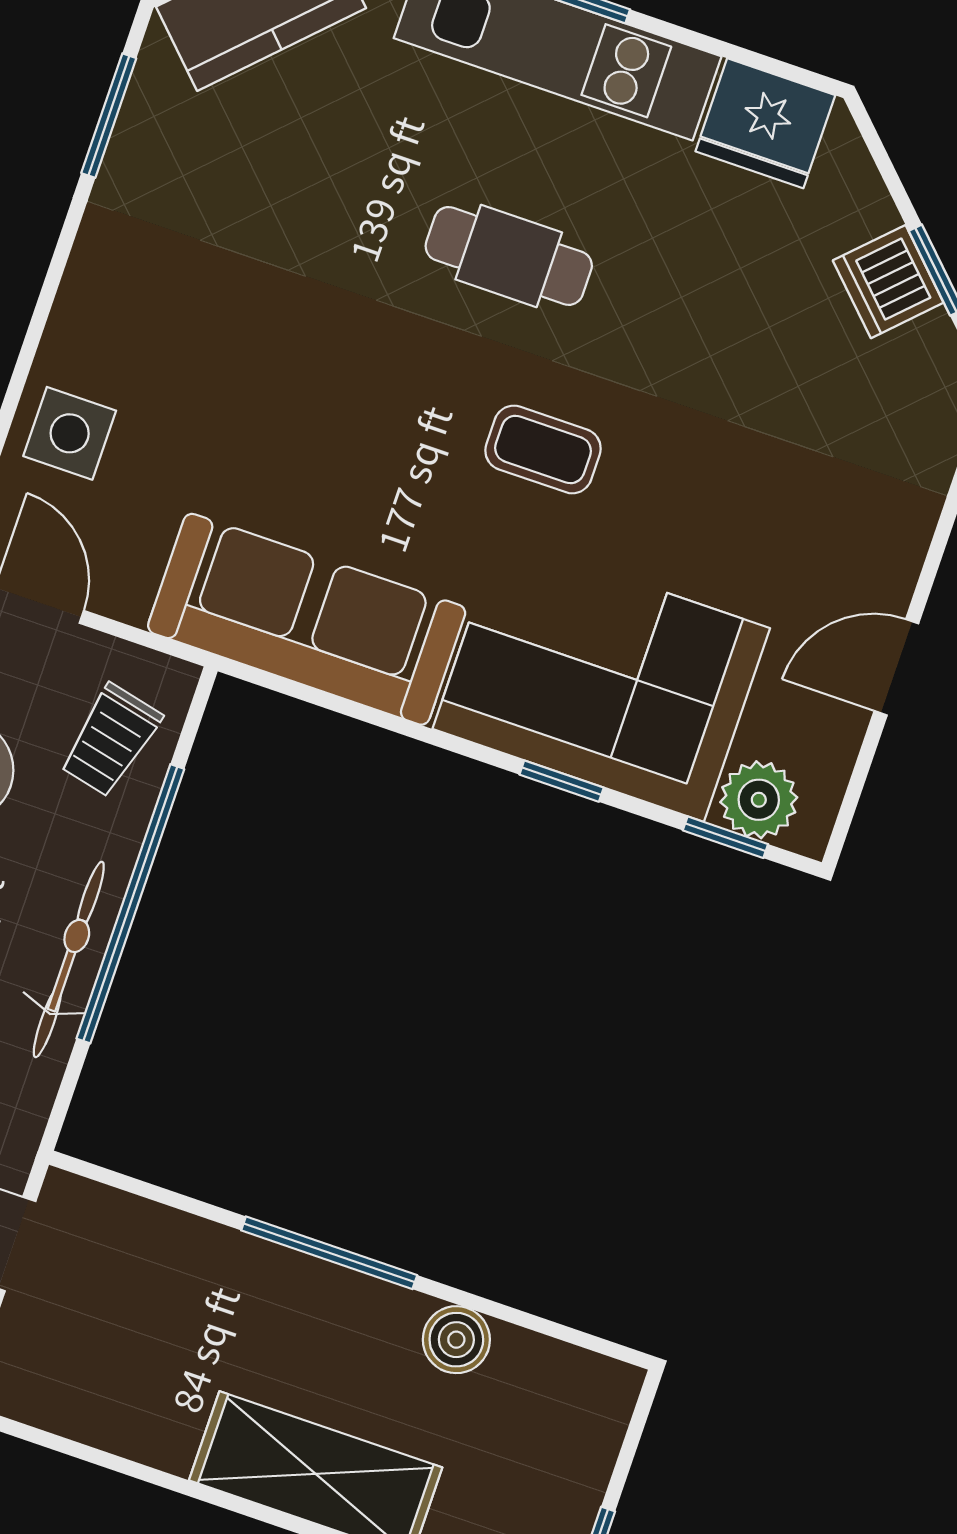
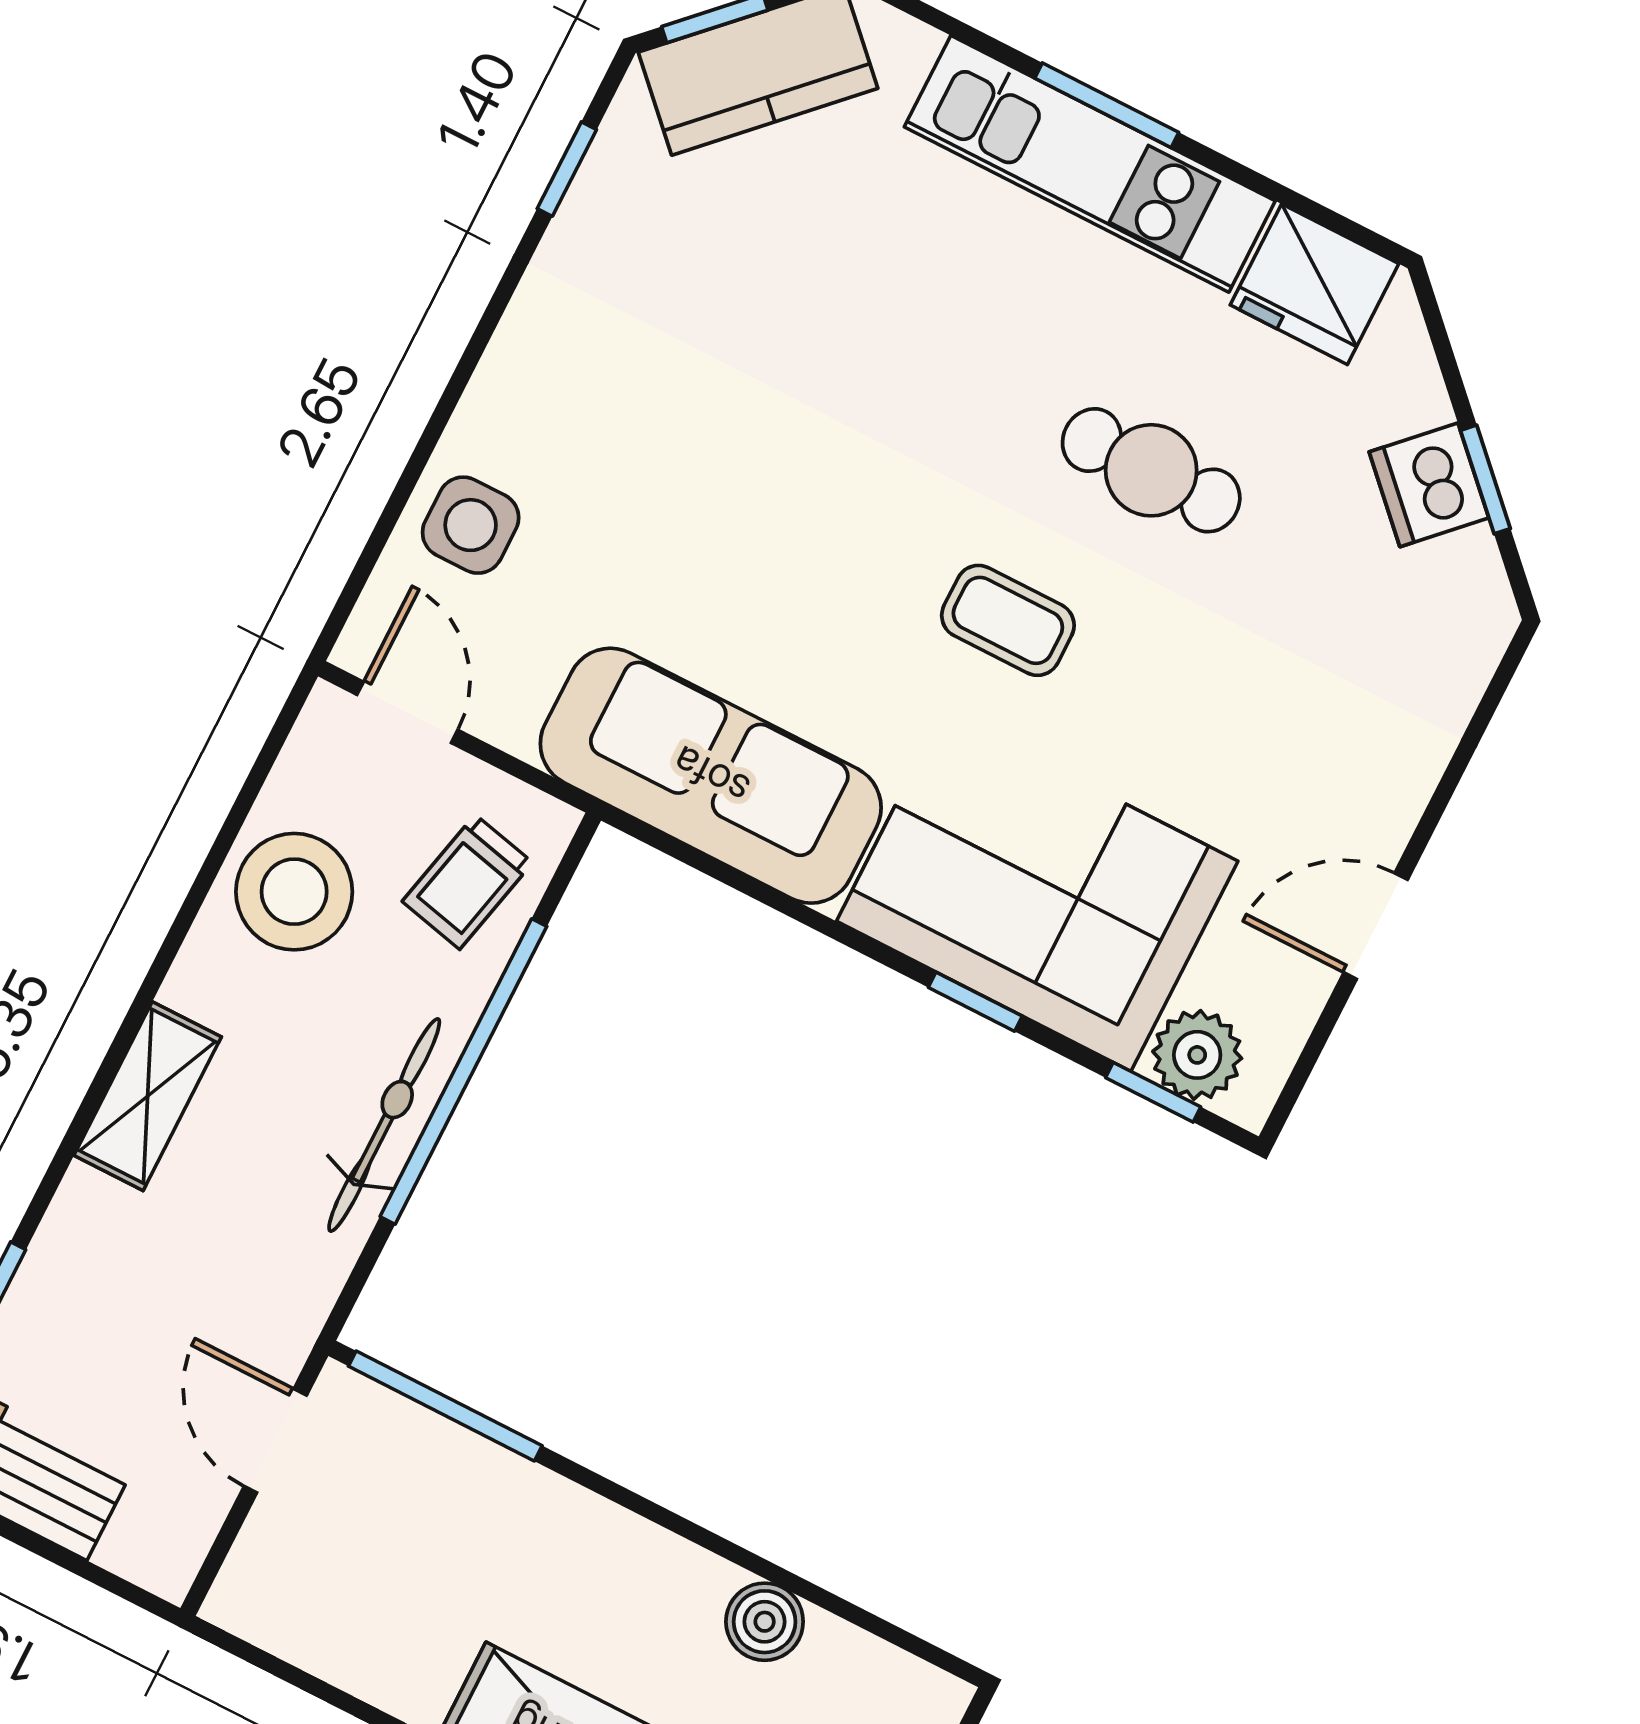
window: (109, 116) -> (567, 169), width x0.67
cafe table: (509, 256) -> (1151, 470), moved
window: (329, 1253) -> (445, 1406), moved

